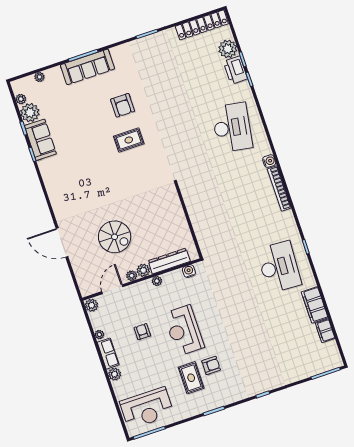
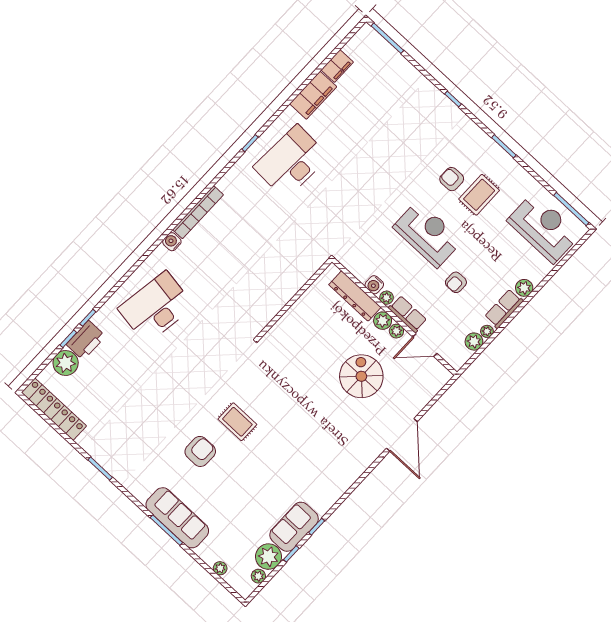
water cooler: (189, 271) -> (374, 285), moved
row of seats: (139, 289) -> (408, 314), added
plant: (92, 305) -> (474, 342), moved
reception desk: (184, 330) -> (428, 234), turned -90

